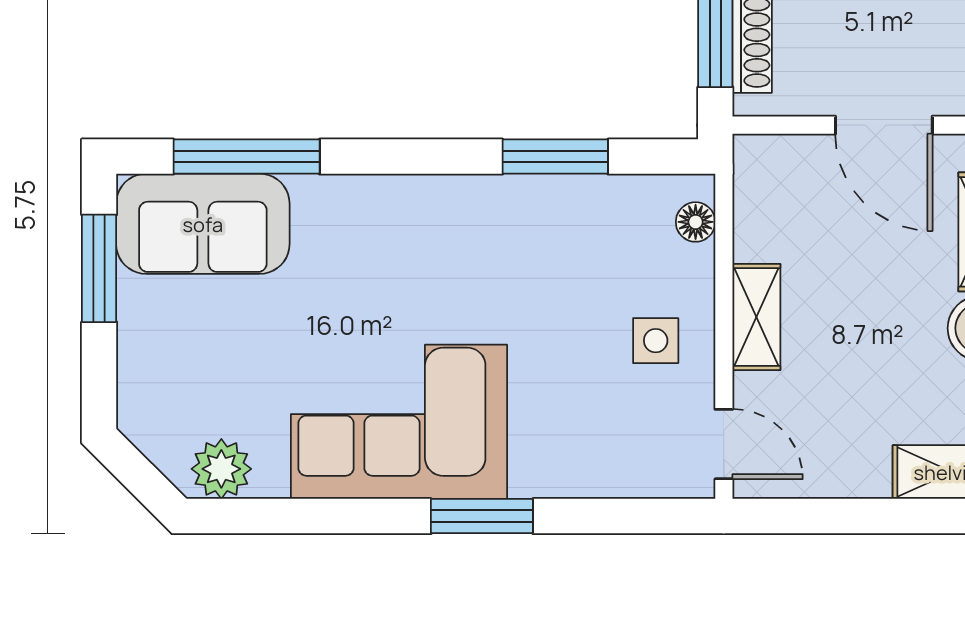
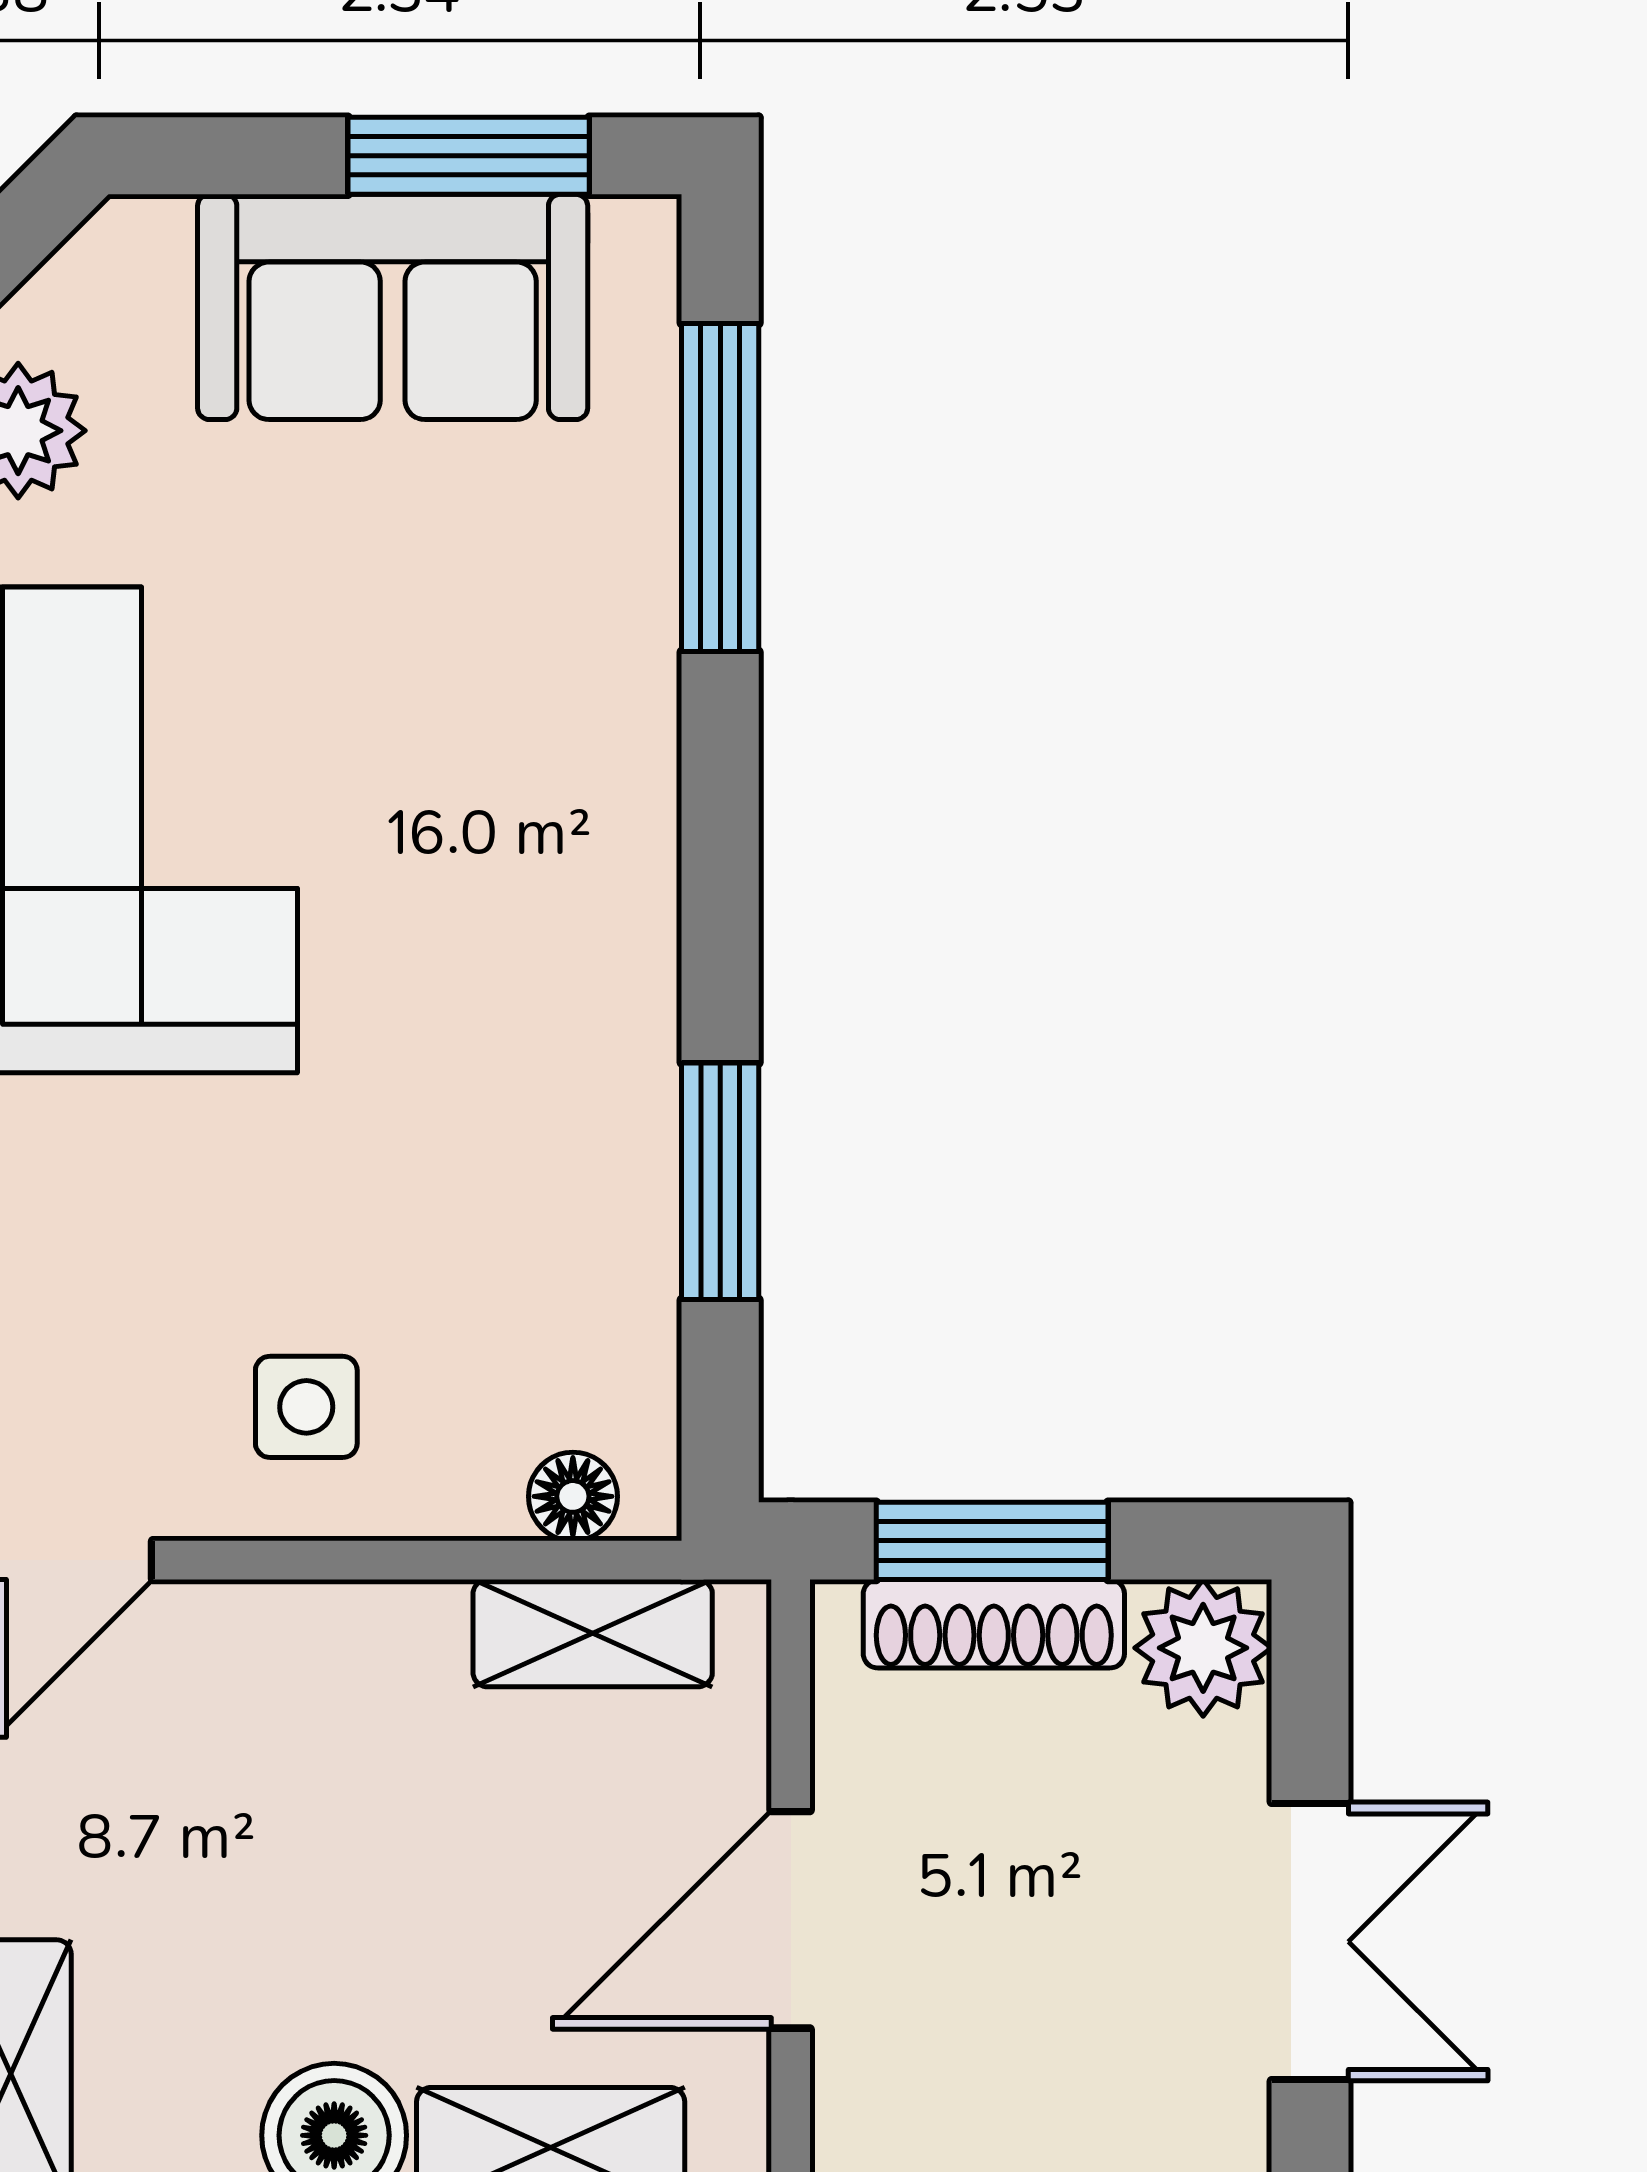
sofa: (203, 224) -> (393, 307), moved, turned -90
shelving: (756, 317) -> (593, 1633), moved

